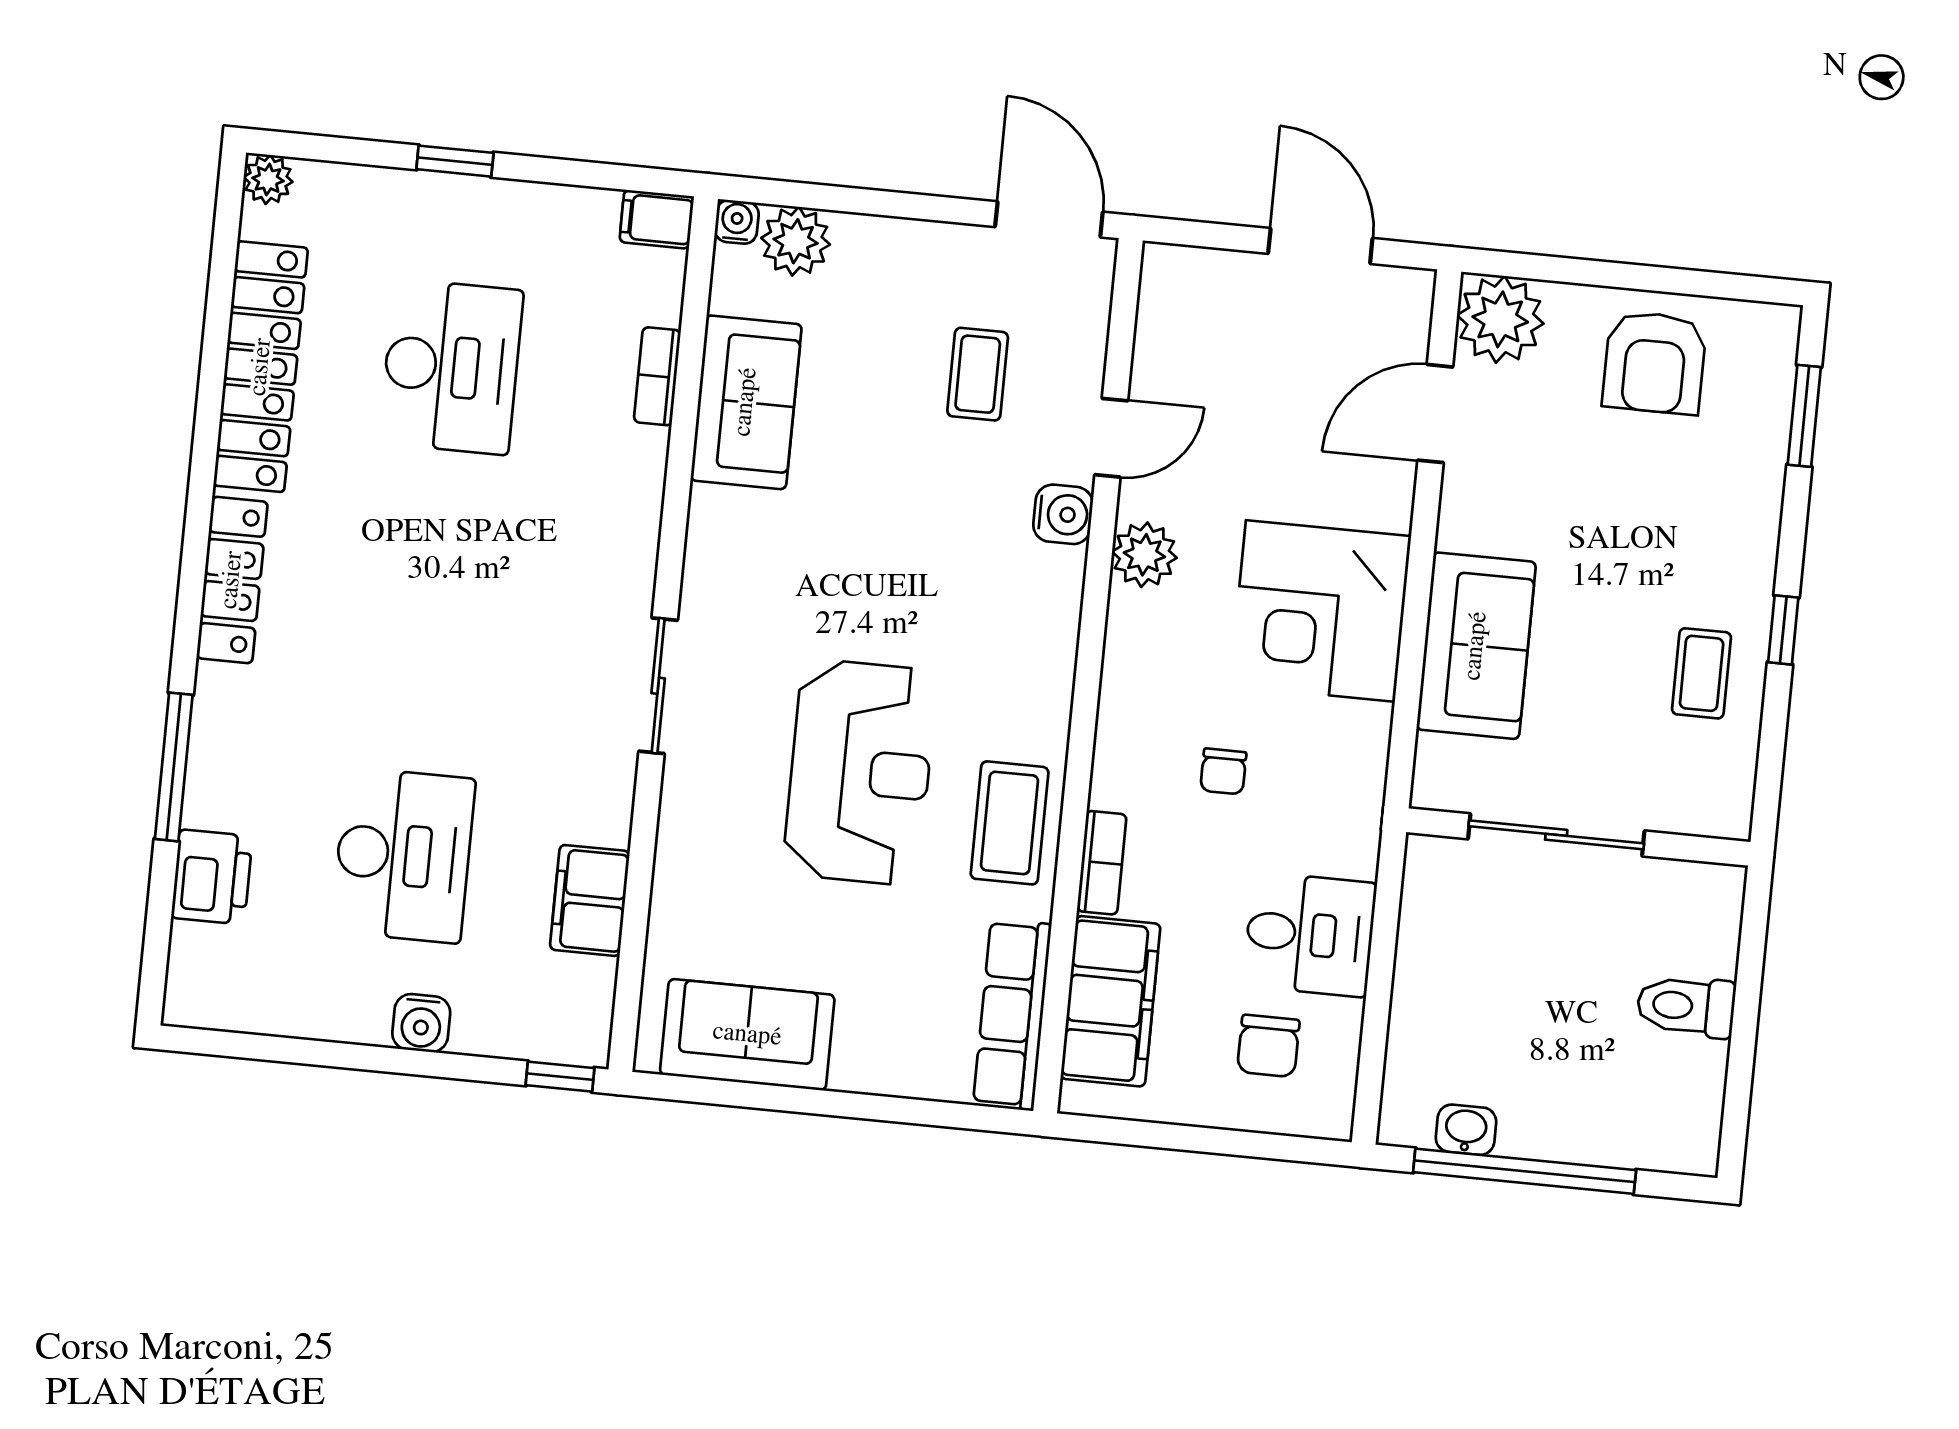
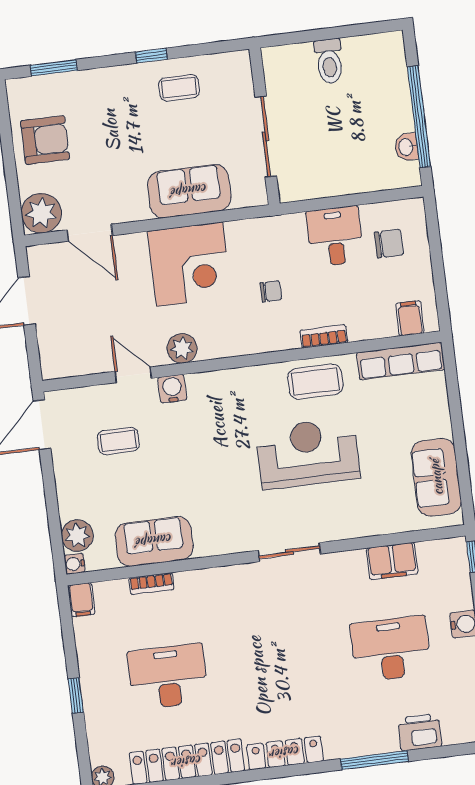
filing cabinet: (1111, 1001) -> (410, 318), width x0.33, depth x0.86

